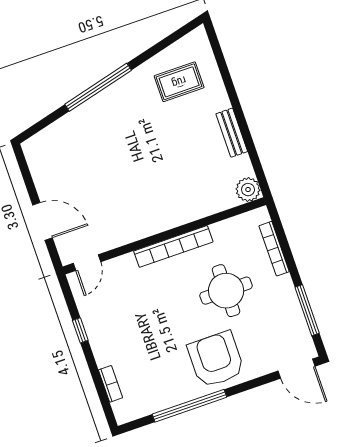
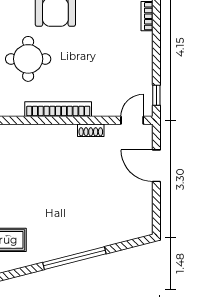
shoe rack: (129, 236) -> (91, 130), added
window: (80, 330) -> (156, 95), moved

